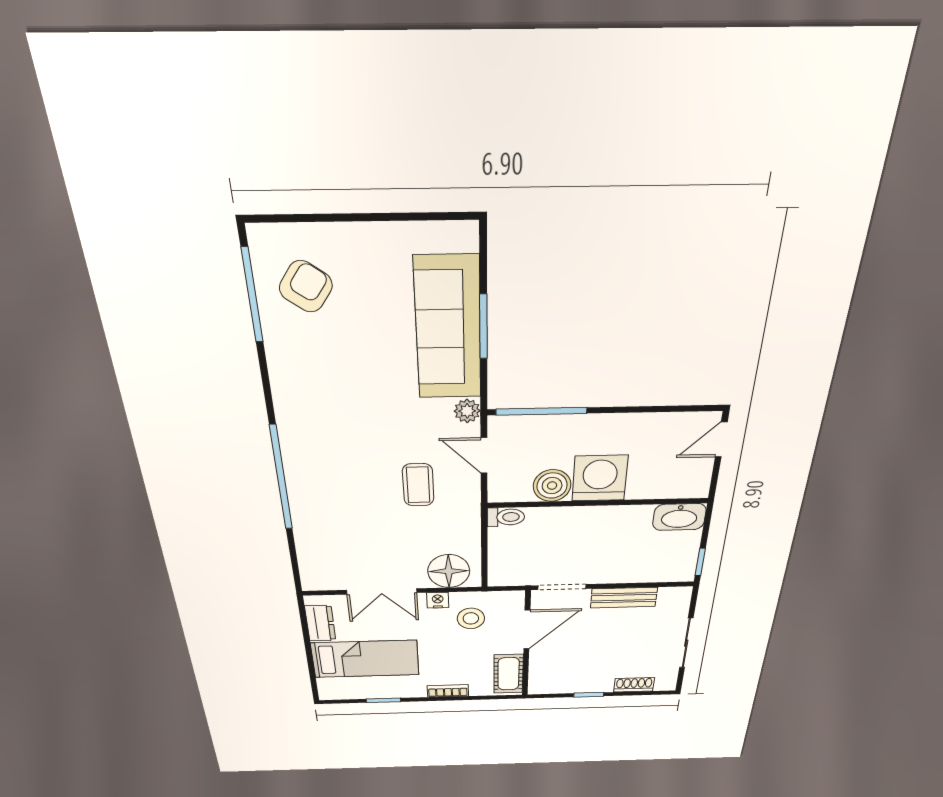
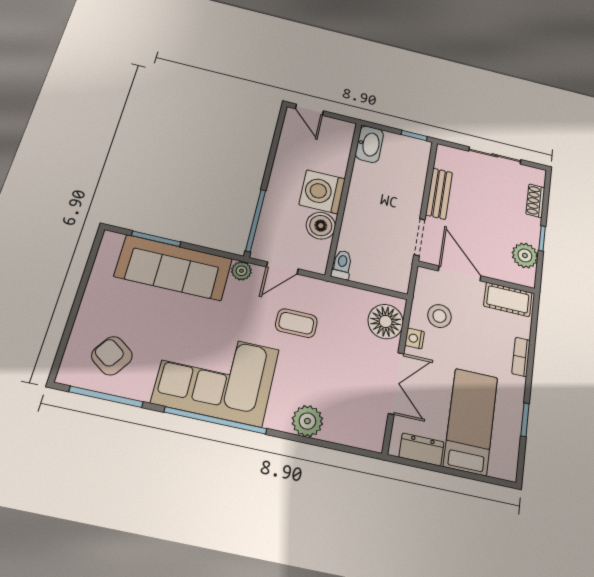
window: (483, 327) -> (156, 239), moved
corner sofa: (325, 415) -> (216, 376), added
window: (281, 478) -> (216, 420), moved
plant: (309, 518) -> (307, 421), added
plant: (564, 683) -> (525, 255), added

